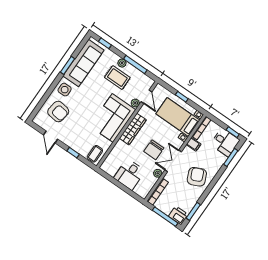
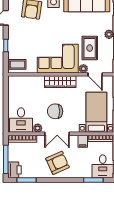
rug: (117, 78) -> (90, 48), moved
door: (146, 97) -> (95, 74), hinge flipped
double door: (173, 161) -> (57, 134), swing flipped
desk: (129, 174) -> (21, 120), moved, turned -90

